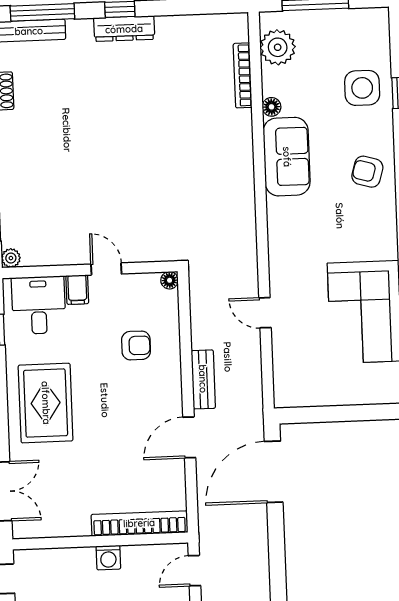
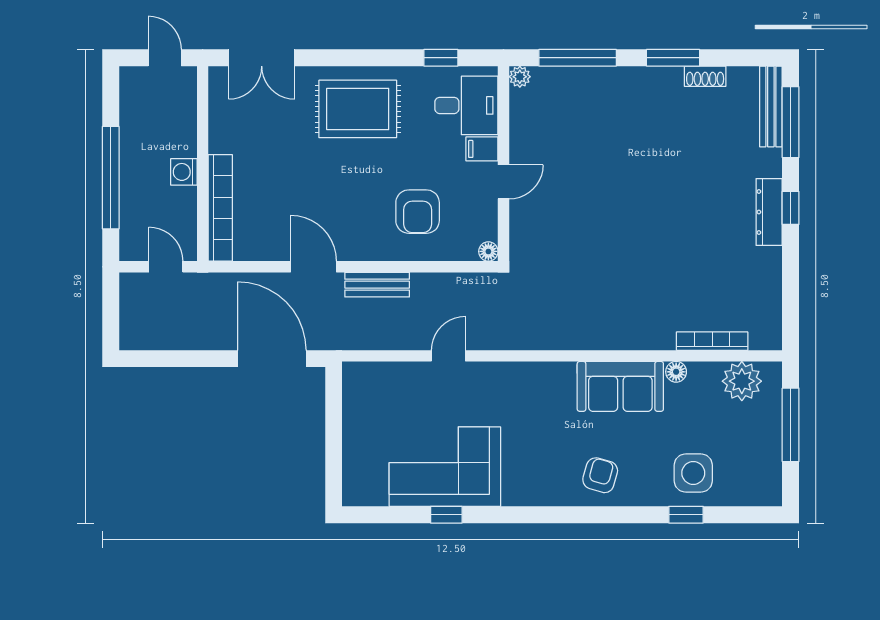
armchair: (136, 345) -> (418, 212), width x1.38, depth x1.38

